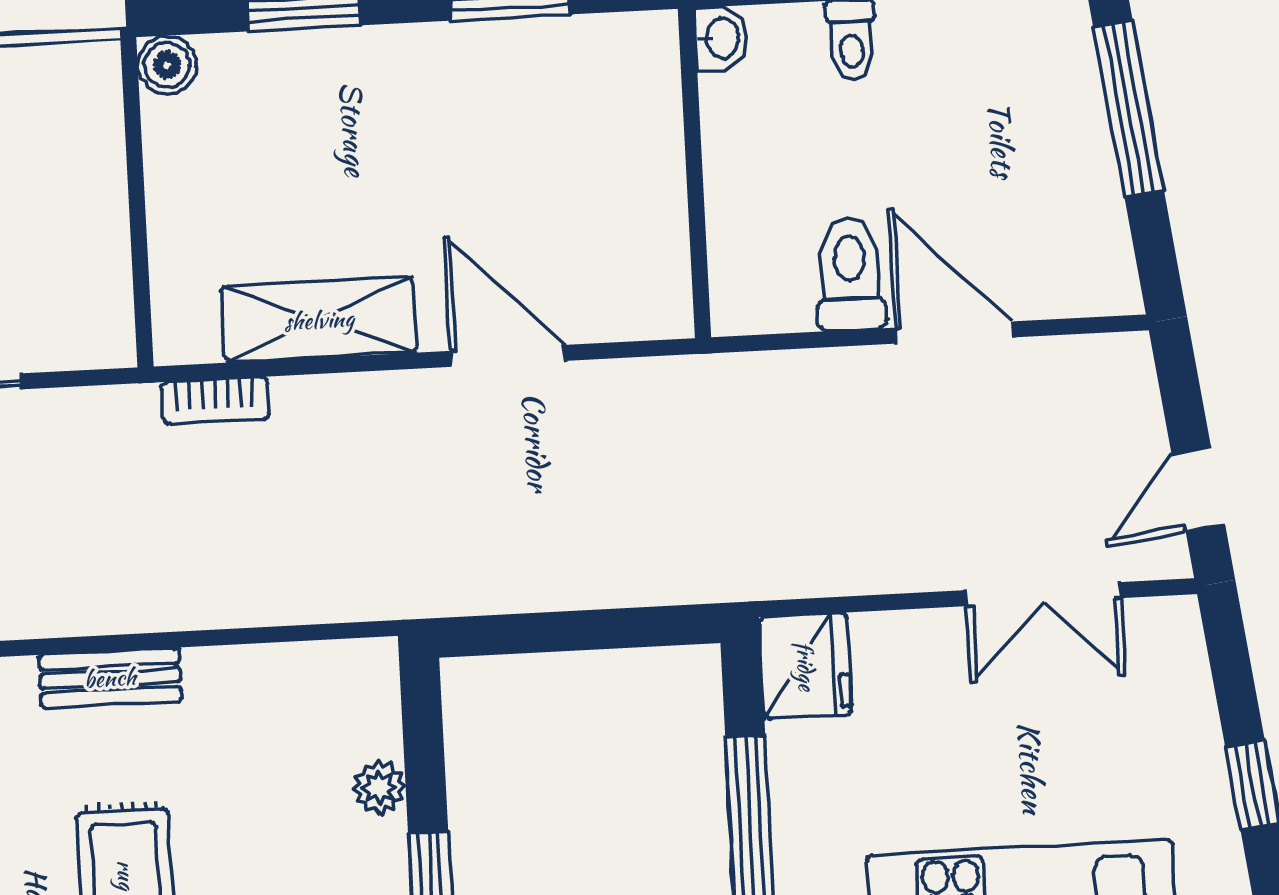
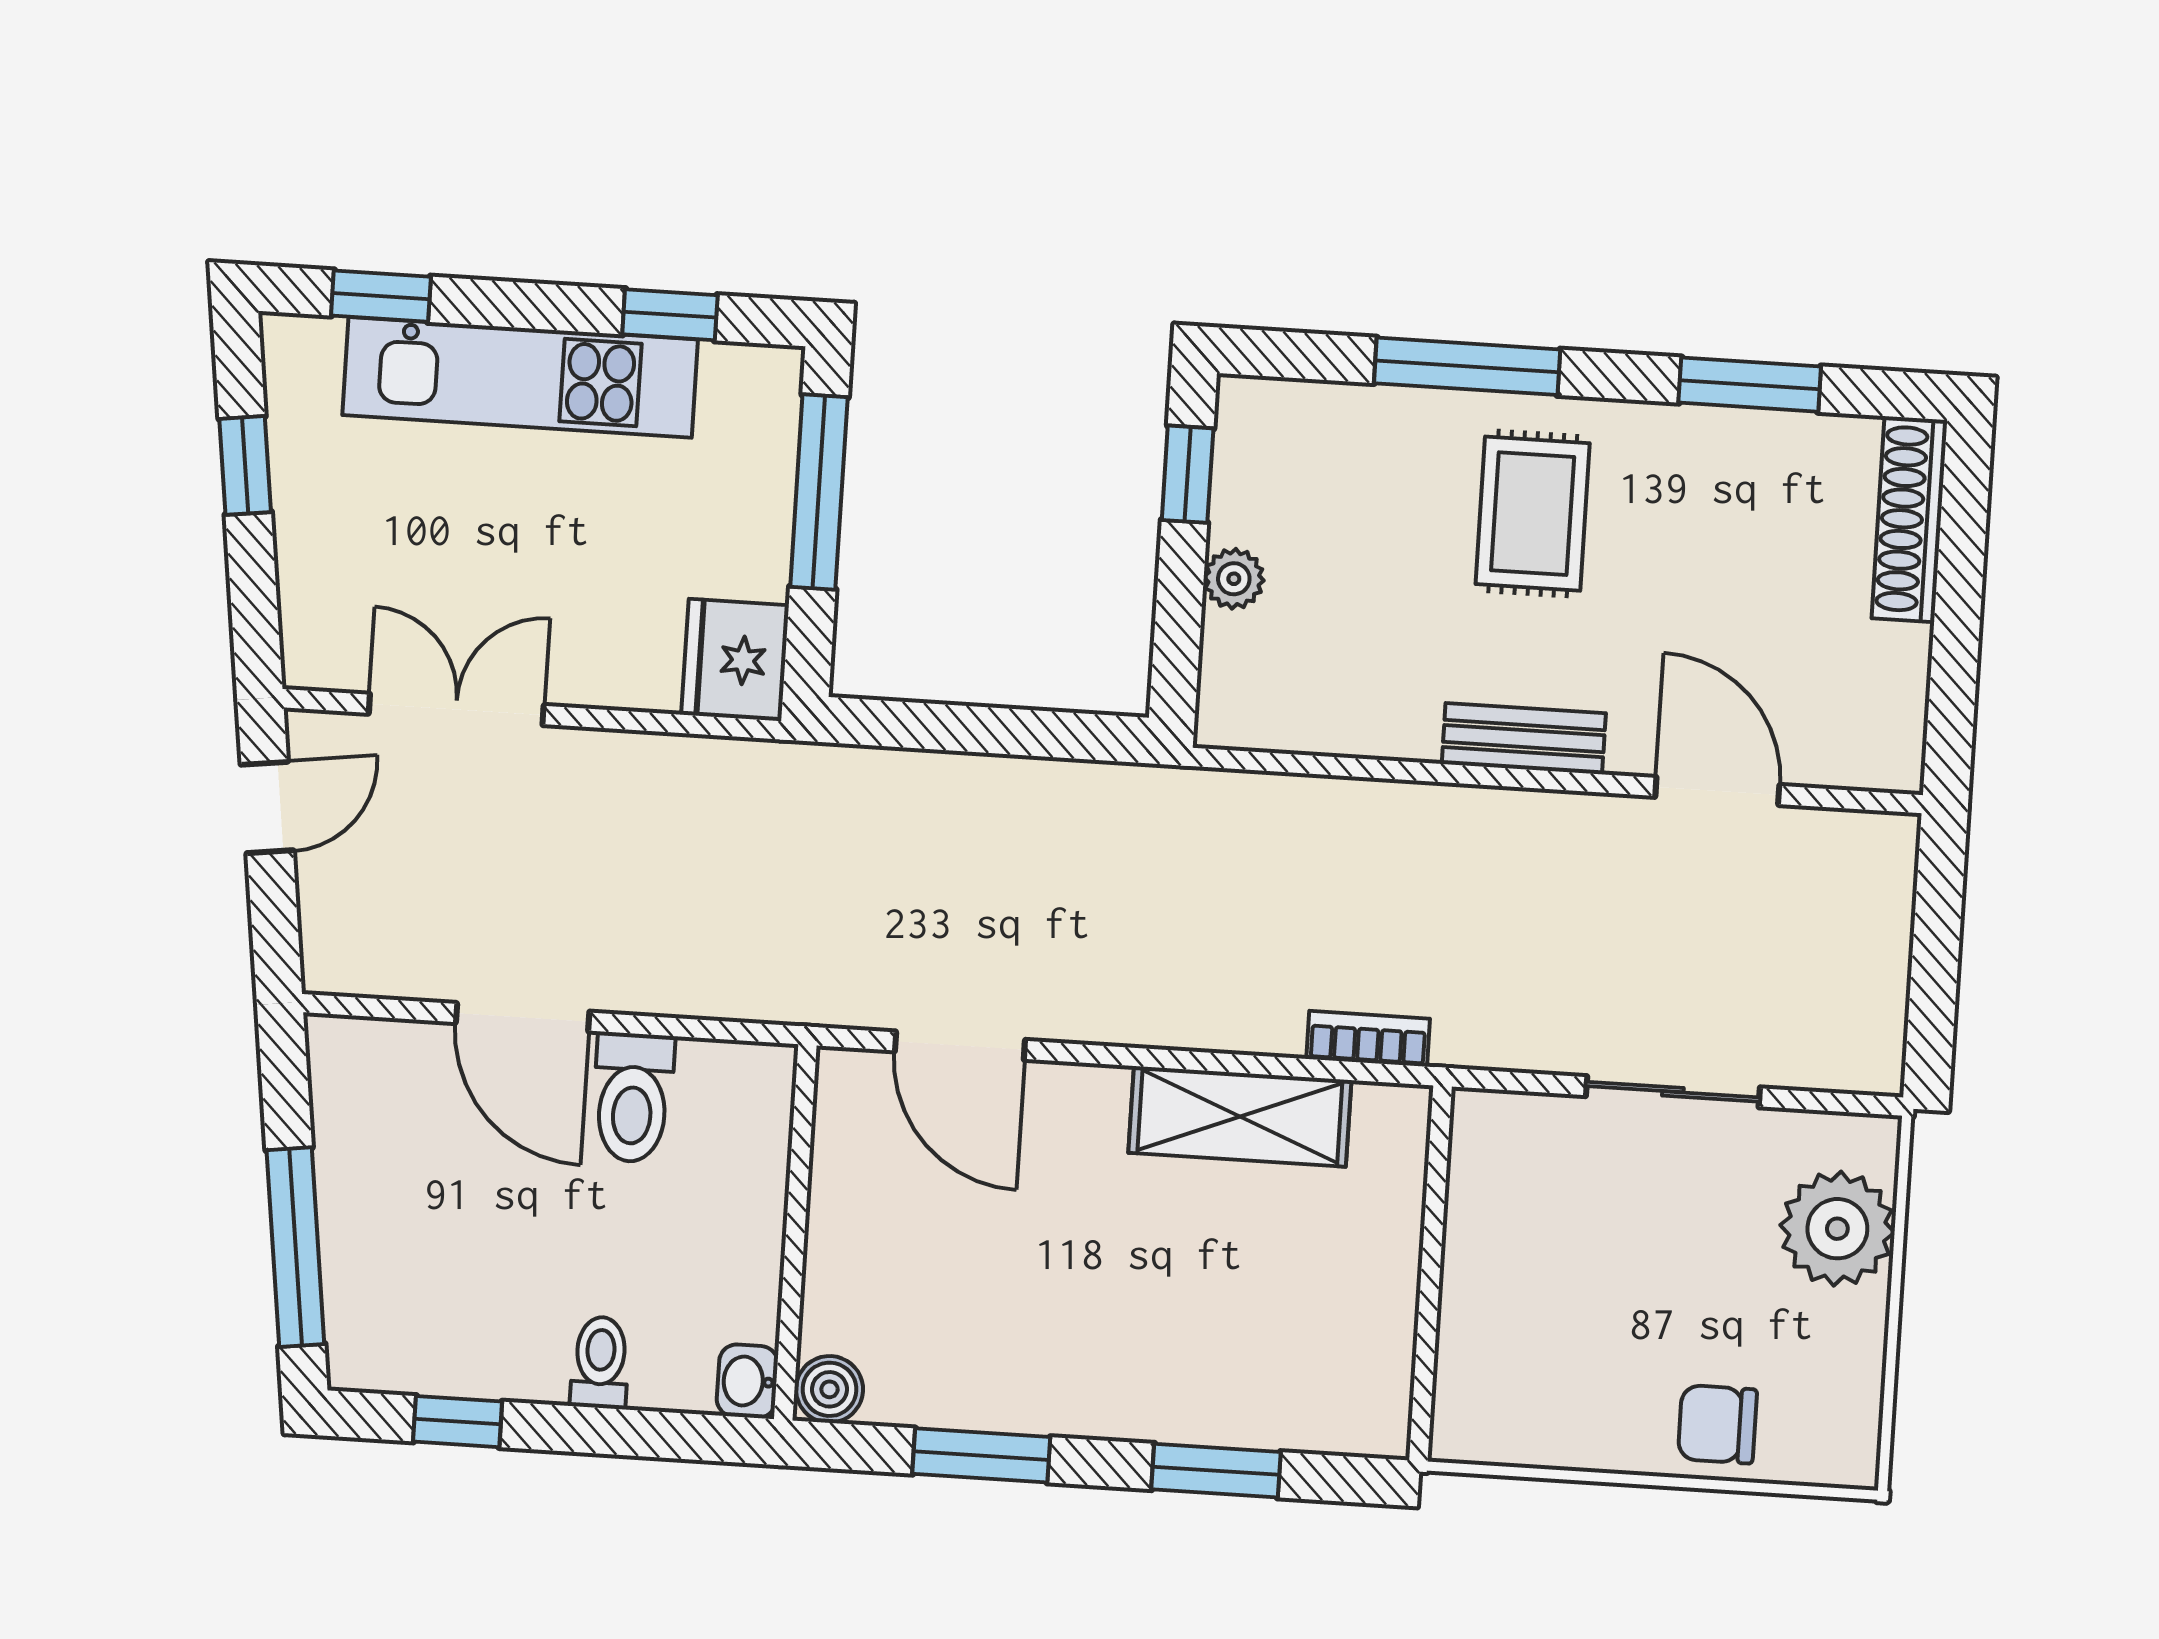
boiler: (167, 65) -> (830, 1389), moved
door: (508, 356) -> (960, 1046), moved

